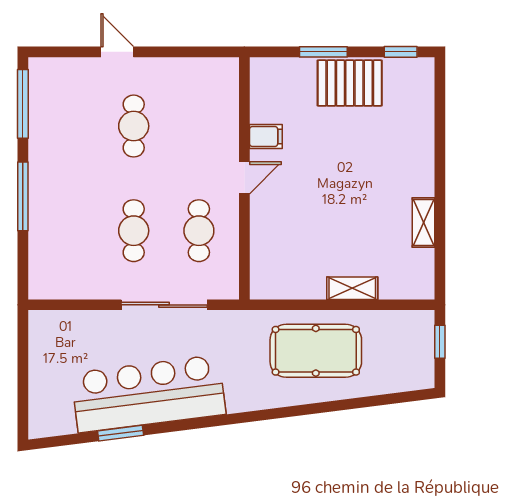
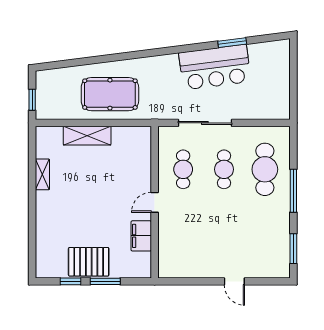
window: (401, 52) -> (71, 281), moved
window: (23, 104) -> (293, 249), width x0.69
cafe table: (134, 126) -> (265, 169), moved, width x1.37, depth x1.35
filing cabinet: (266, 136) -> (141, 236), width x2.00
shelving: (352, 288) -> (87, 136), width x1.50, depth x1.33
bar counter: (148, 394) -> (215, 67), width x0.73

